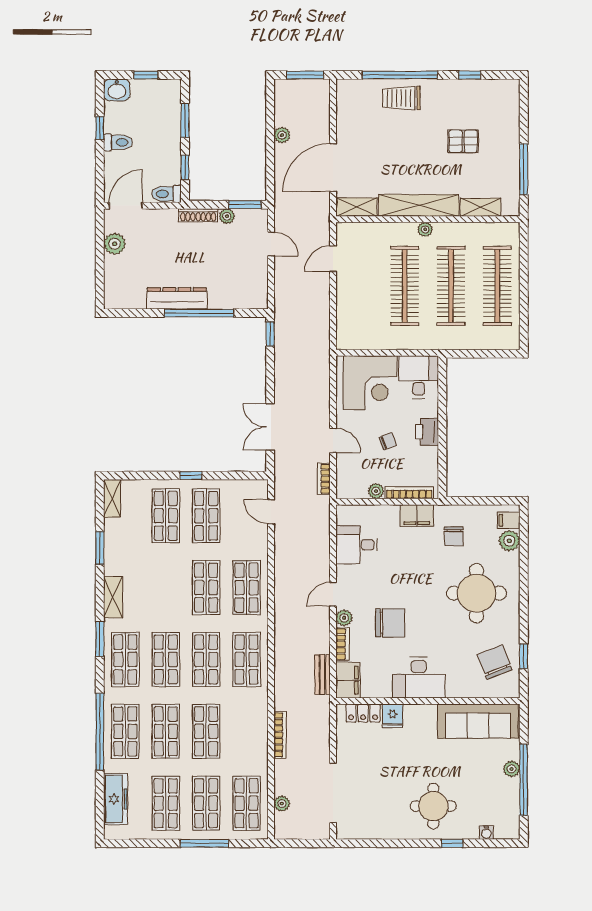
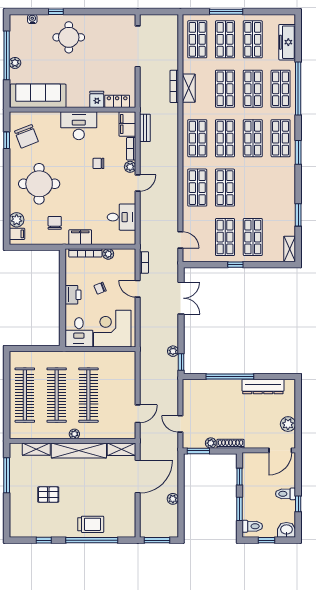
toilet: (166, 194) -> (252, 526), moved
dresser: (177, 298) -> (263, 387), moved
shelving: (113, 597) -> (189, 88), moved
chair: (390, 623) -> (98, 163), width x0.54, depth x0.54
plant: (282, 804) -> (173, 351), moved

